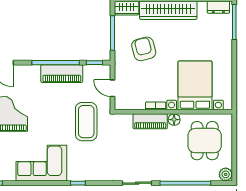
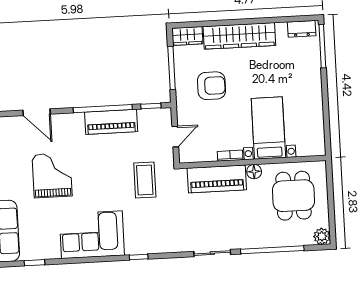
armchair: (144, 49) -> (212, 86), turned 105
bed with nightstands: (195, 85) -> (268, 128), width x0.73
door: (112, 88) -> (175, 137), swing flipped
piano: (150, 121) -> (217, 179), width x1.37, depth x1.33
coffee table: (86, 122) -> (145, 180), width x0.73, depth x0.76

